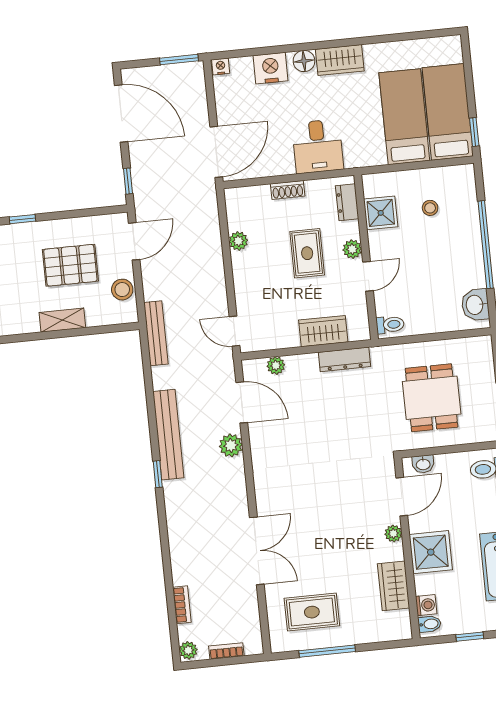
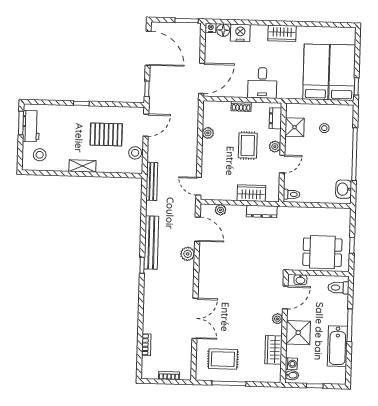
floor lamp: (304, 61) -> (223, 30), moved
shelving: (62, 320) -> (82, 166), moved
dining table: (432, 398) -> (322, 252), moved, turned 90
plant: (188, 650) -> (147, 372), removed

